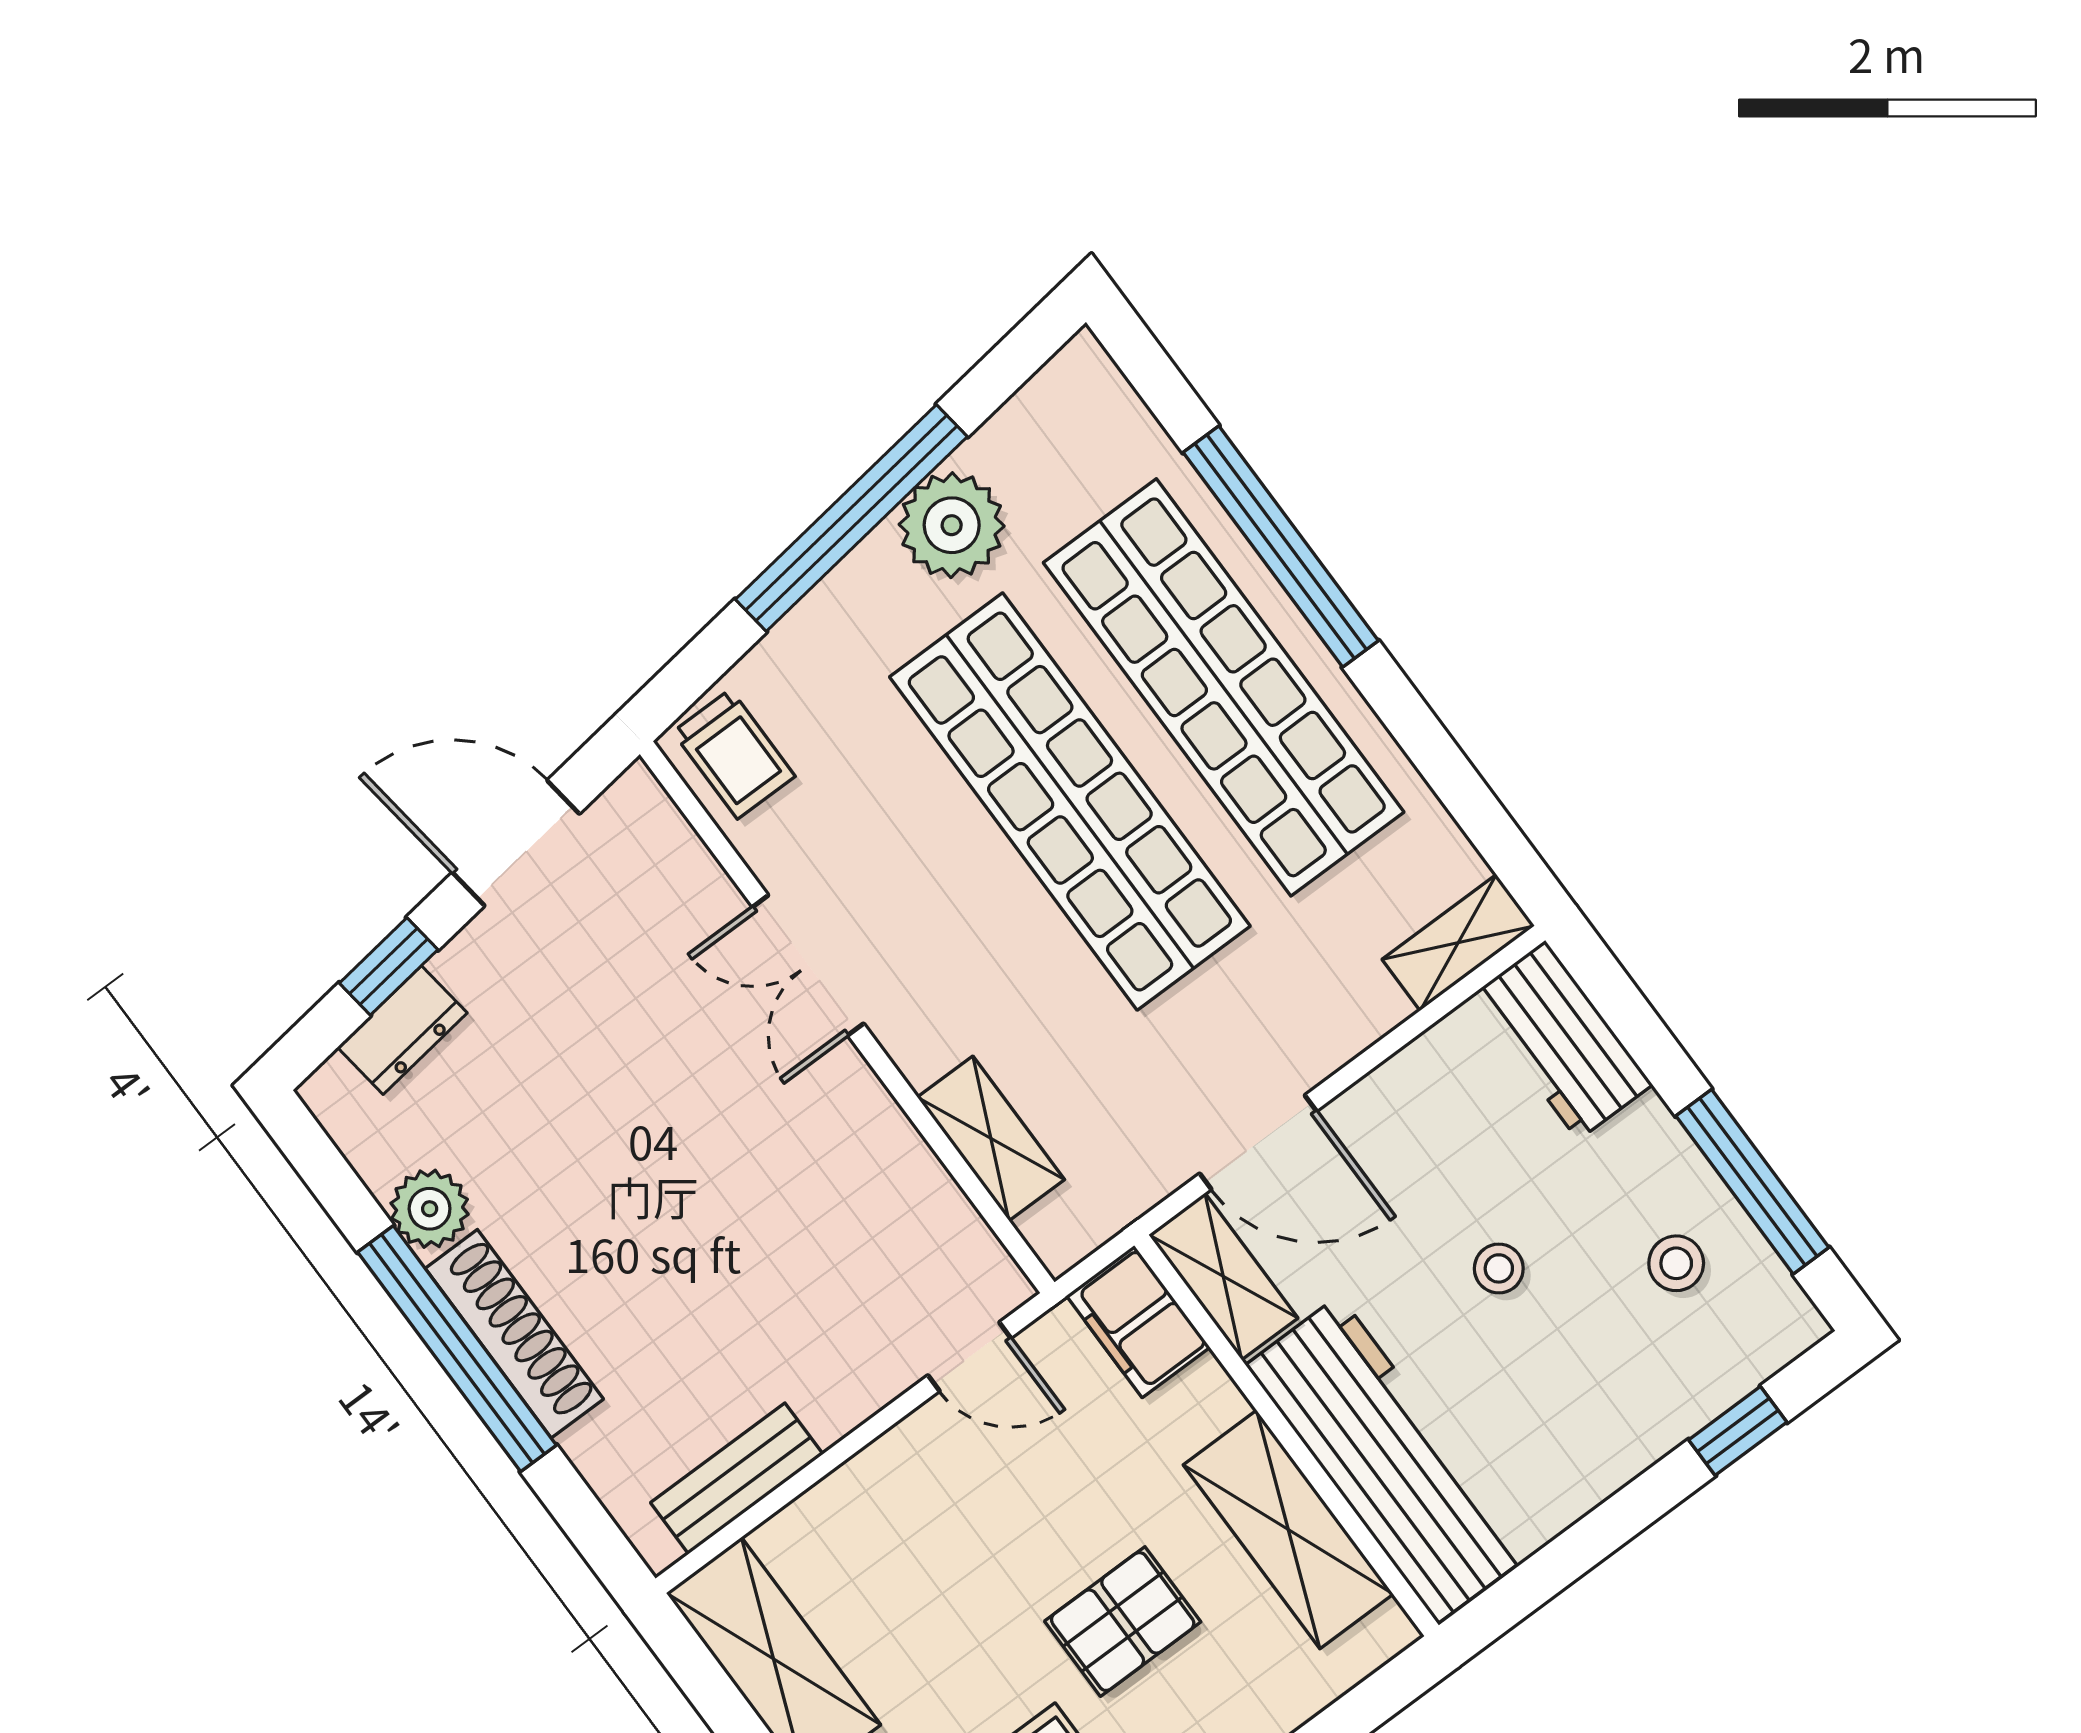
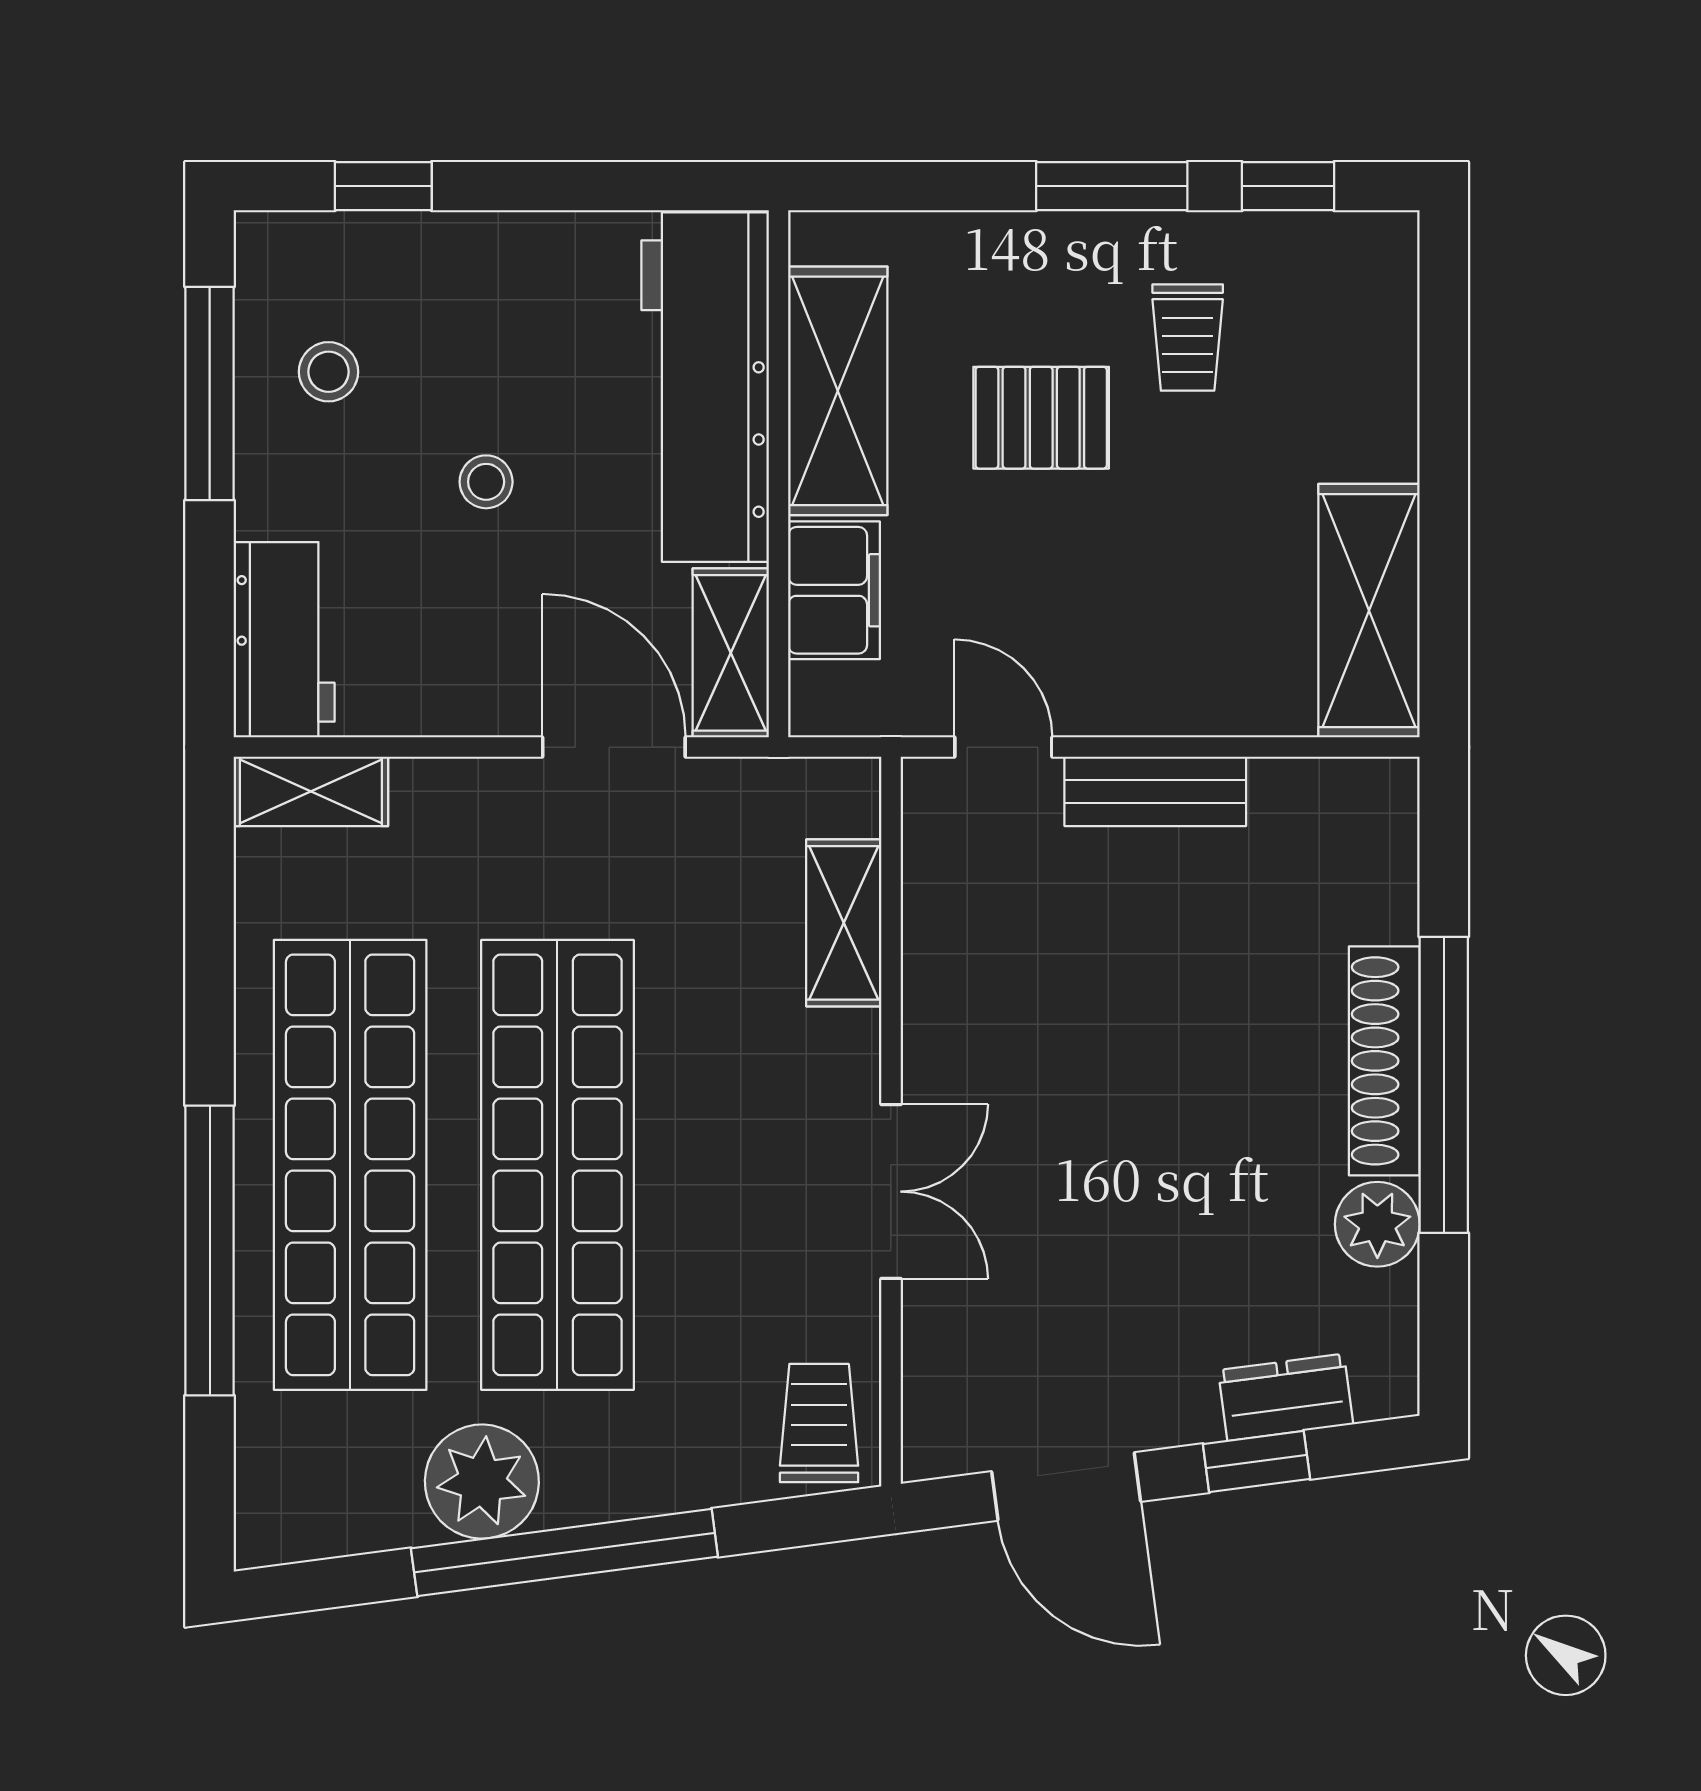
filing cabinet: (1138, 1322) -> (834, 590), moved
bench: (737, 1478) -> (1155, 791), moved

